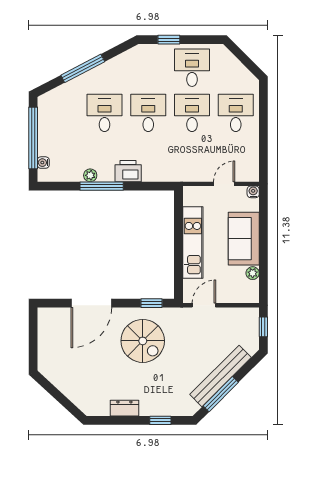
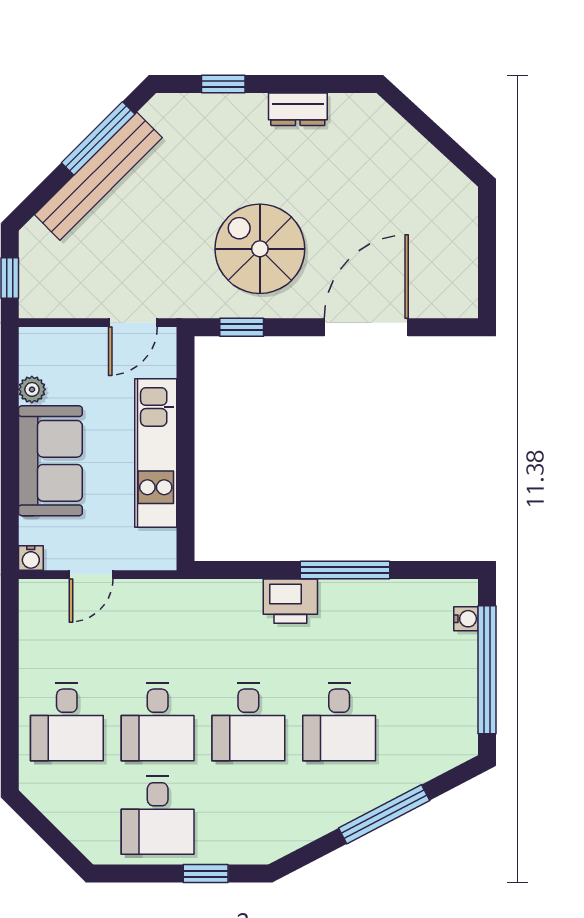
plant: (90, 175) -> (369, 592), removed

